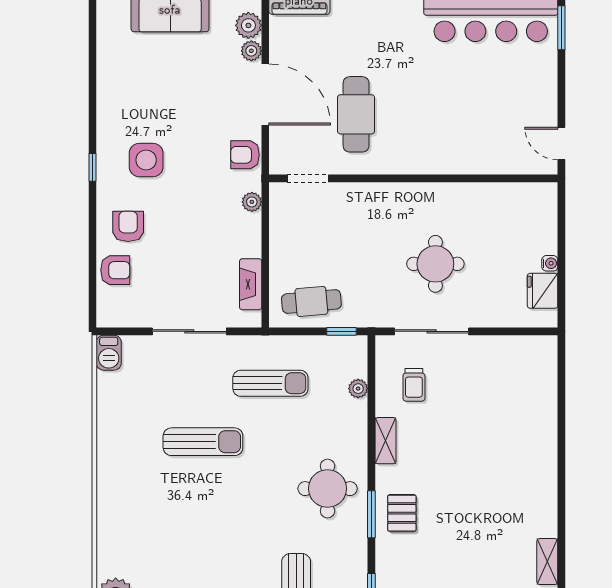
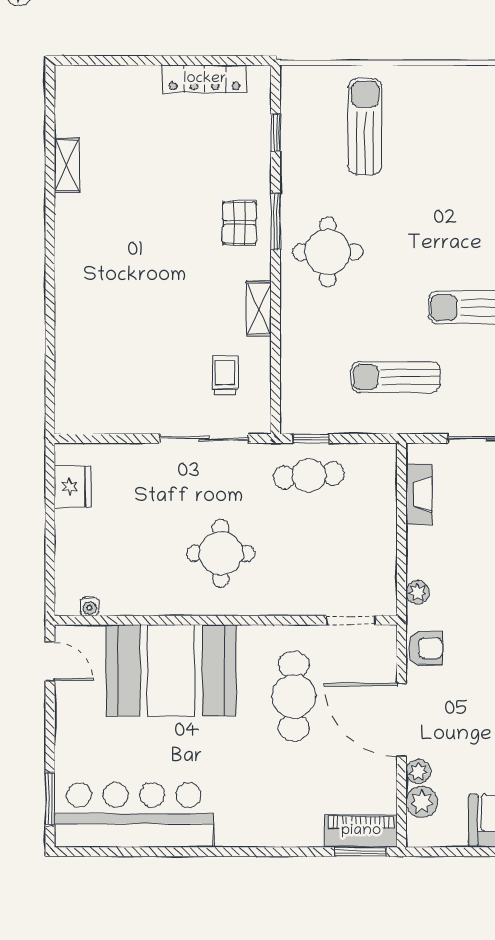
booth: (459, 136) -> (171, 670), added
water cooler: (550, 263) -> (90, 606), moved, turned -90
round table: (435, 264) -> (221, 553), moved
cafe table: (311, 301) -> (309, 476), moved
plant: (358, 389) -> (291, 371), removed

